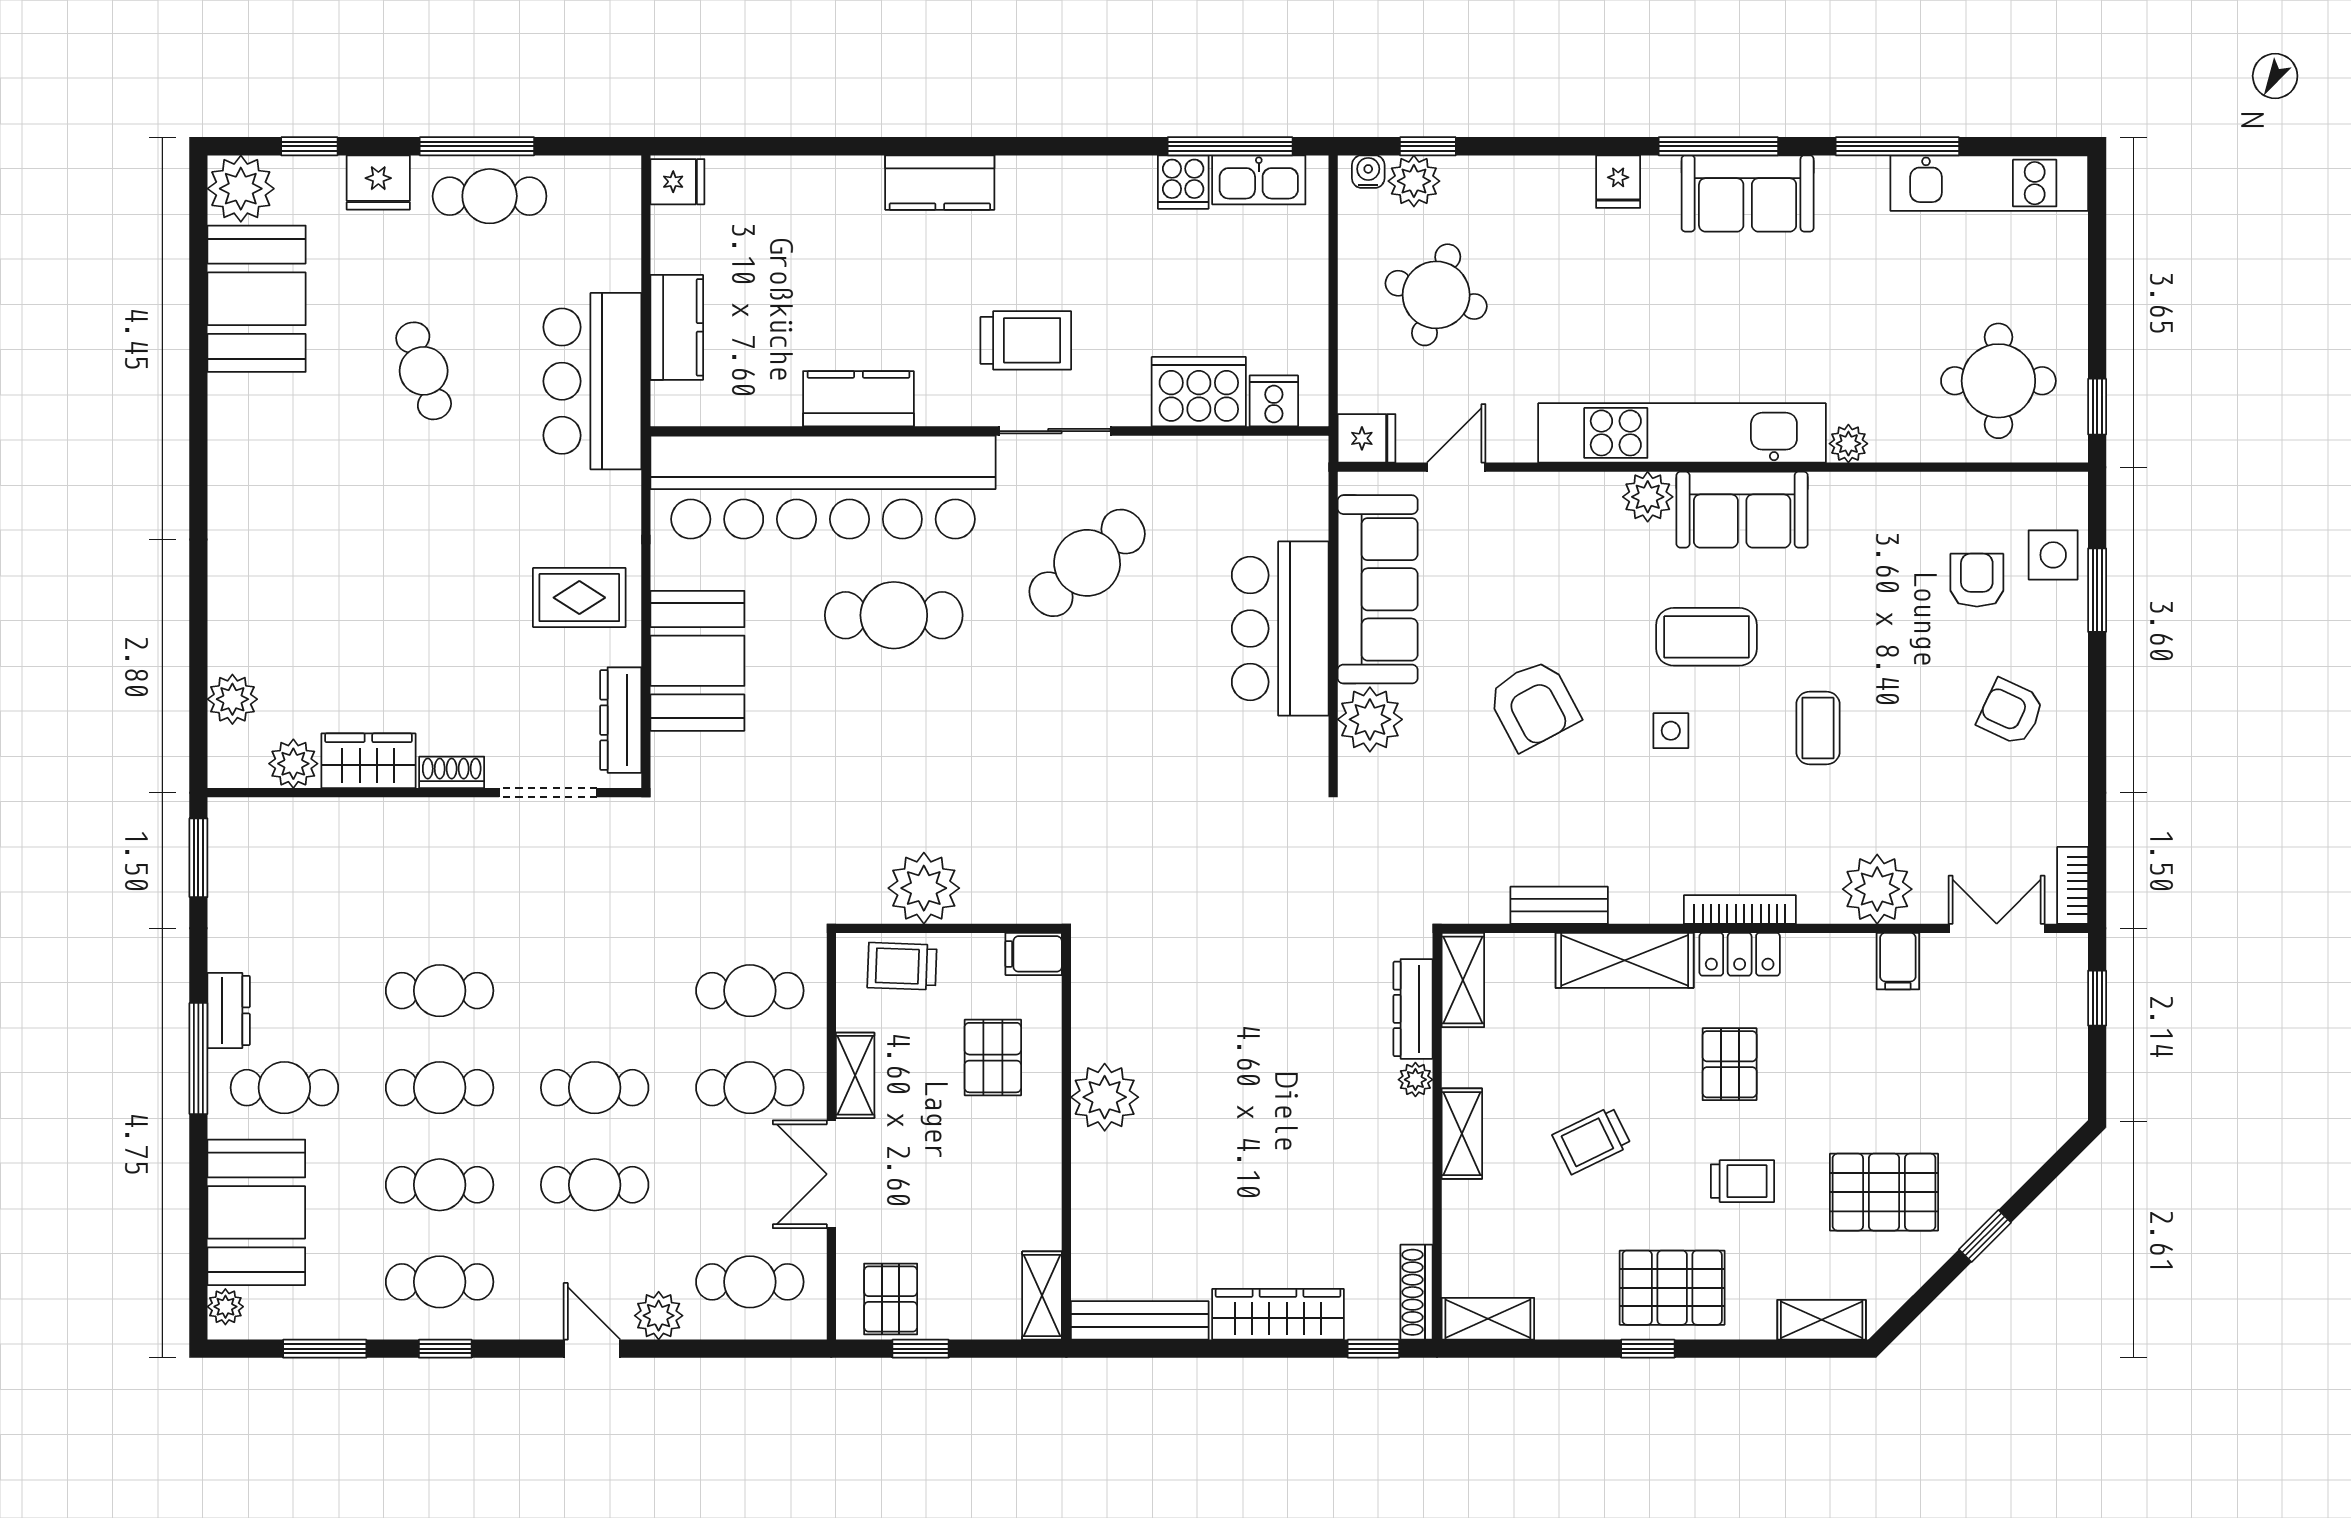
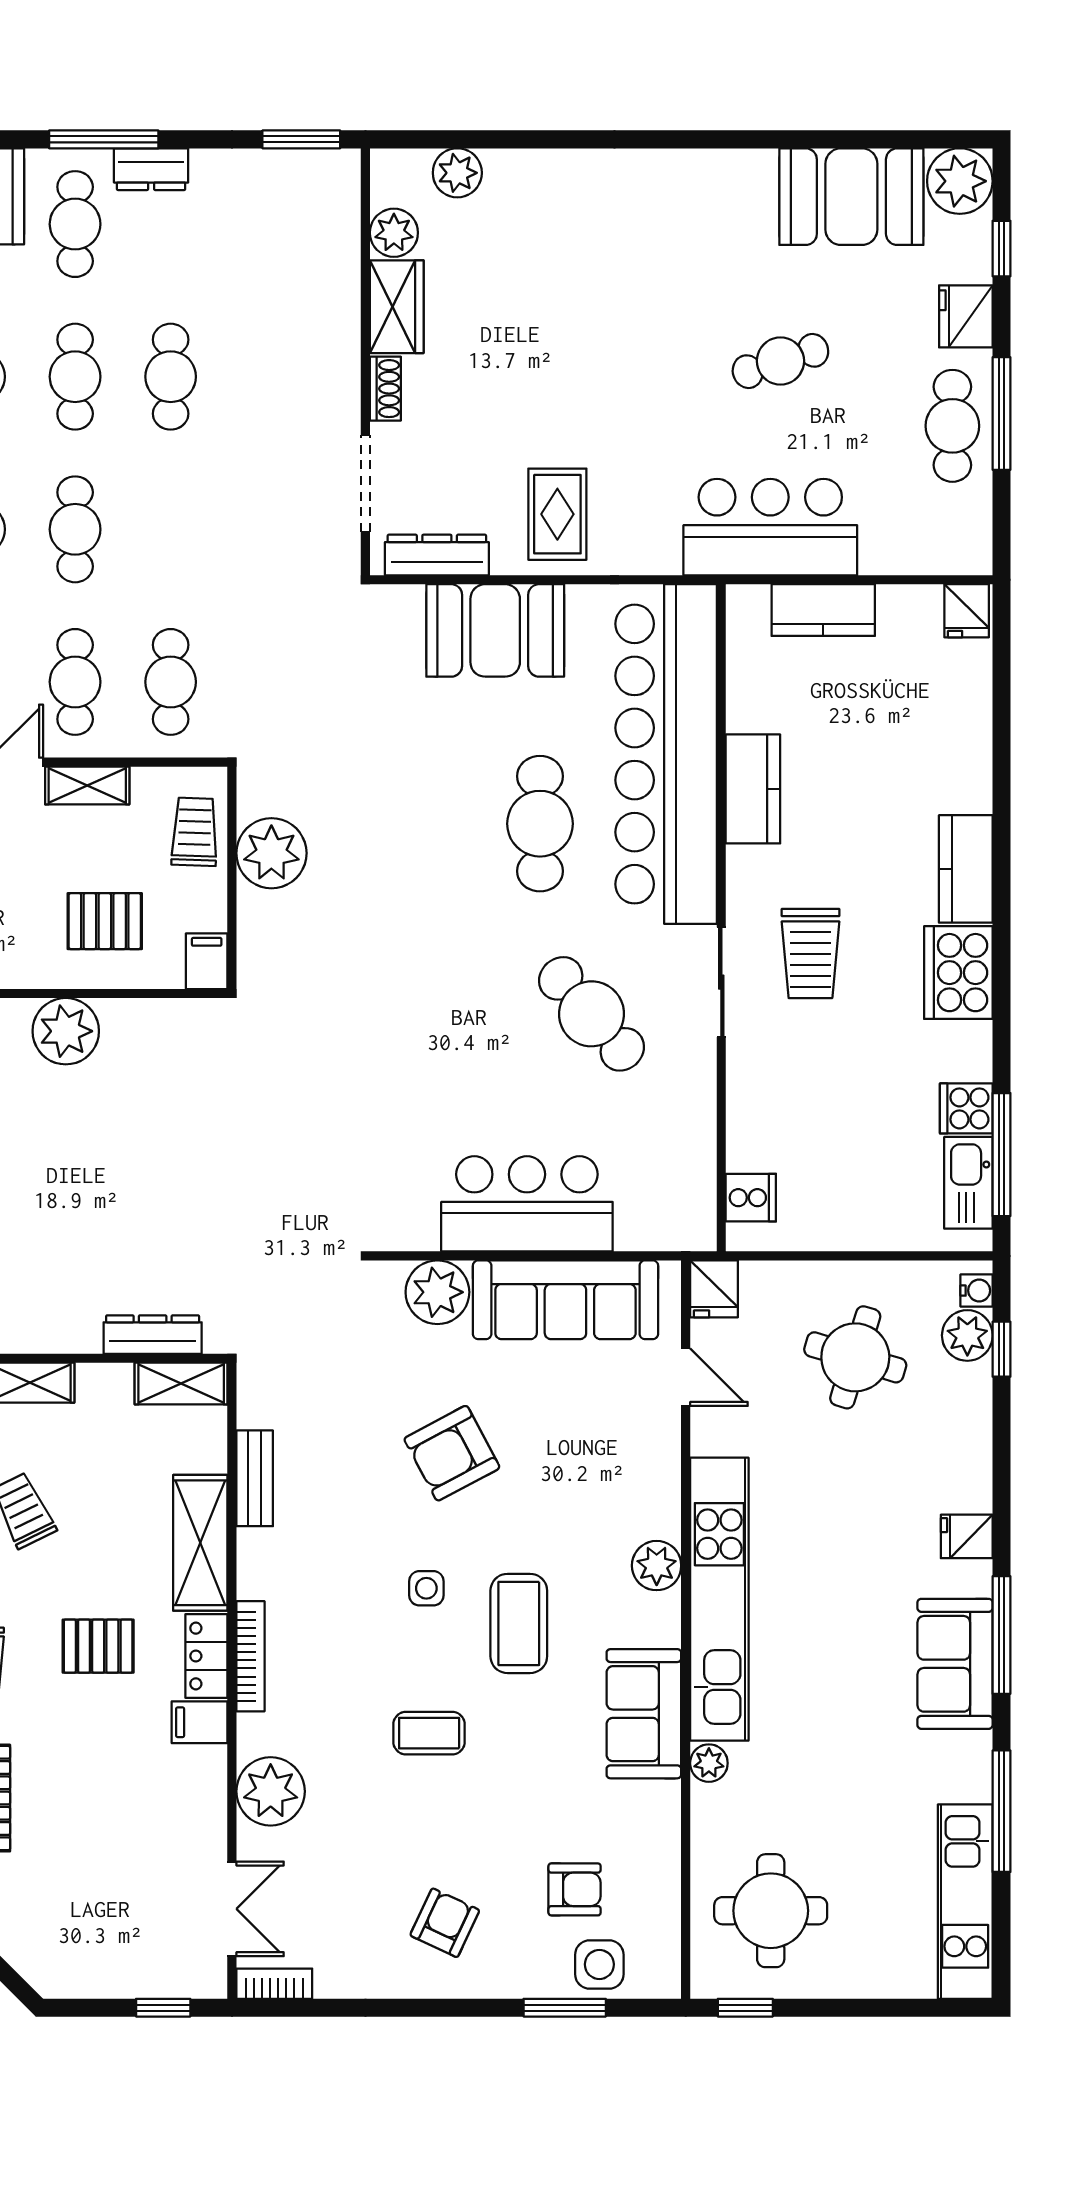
cooker: (1199, 392) -> (958, 973), moved, turned 180
sofa: (1742, 510) -> (644, 1714), moved
filing cabinet: (1898, 961) -> (200, 1722), moved
plant: (1415, 1080) -> (83, 1337), removed

